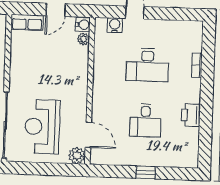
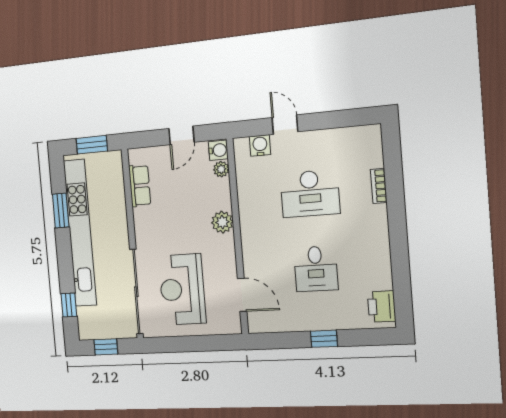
row of seats: (27, 22) -> (140, 186), moved, turned -90
printer: (191, 115) -> (382, 307), moved
plant: (77, 156) -> (222, 222), moved

